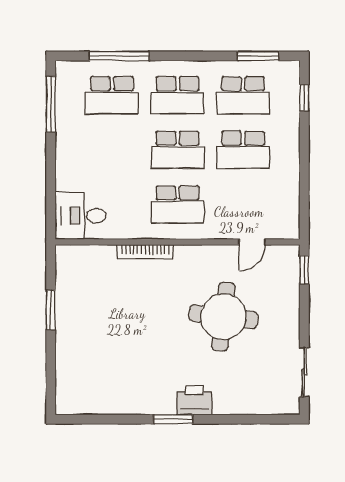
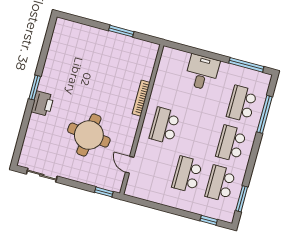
school desk: (178, 150) -> (198, 134), removed
desk: (81, 216) -> (202, 72), moved

